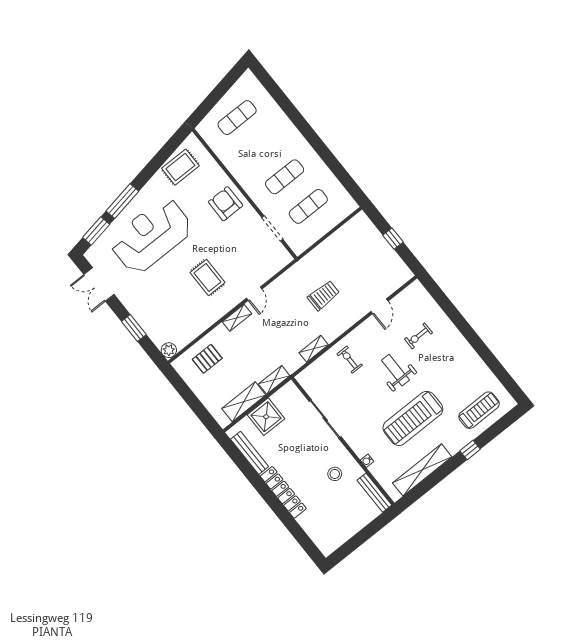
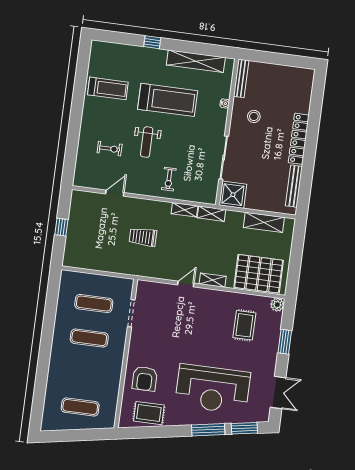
armchair: (226, 204) -> (145, 379), moved
rug: (207, 277) -> (244, 325), moved
pallet: (207, 359) -> (259, 274), width x2.05, depth x2.00
shelving: (274, 380) -> (211, 214), moved
treadmill: (479, 410) -> (108, 88), moved, turned 180
shower: (266, 417) -> (233, 195), moved

